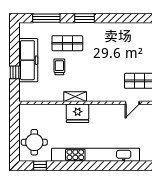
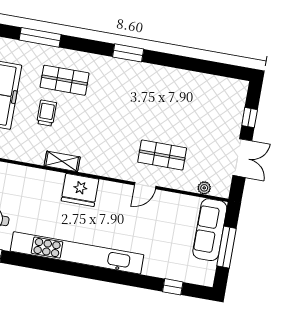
window: (85, 18) -> (128, 53), moved
fridge: (78, 113) -> (80, 190), moved

